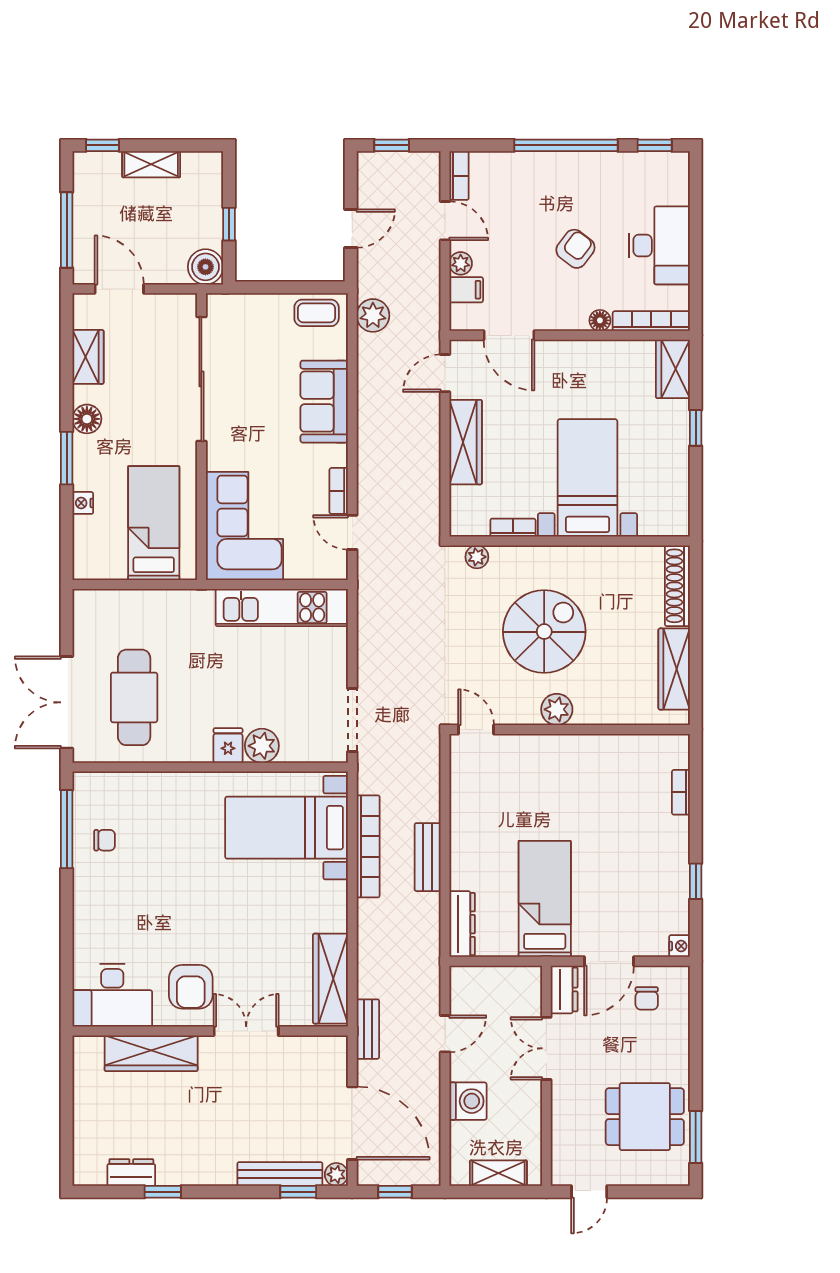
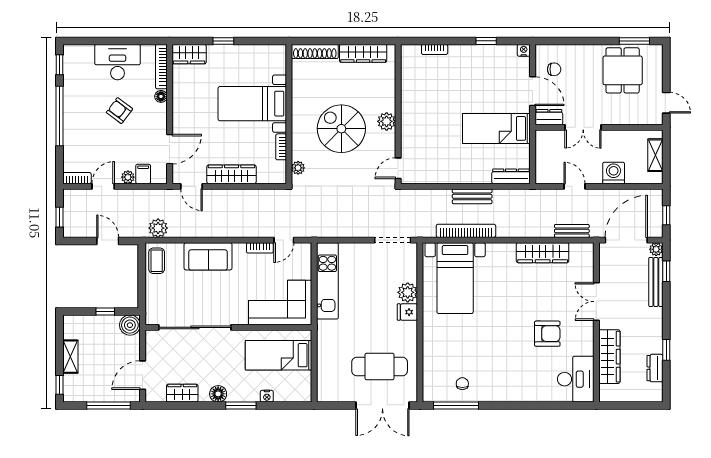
desk: (112, 995) -> (576, 379), moved
wall: (210, 1031) -> (596, 322), moved
double door: (246, 1031) -> (596, 302), moved
wardrobe: (151, 1053) -> (609, 357), moved

